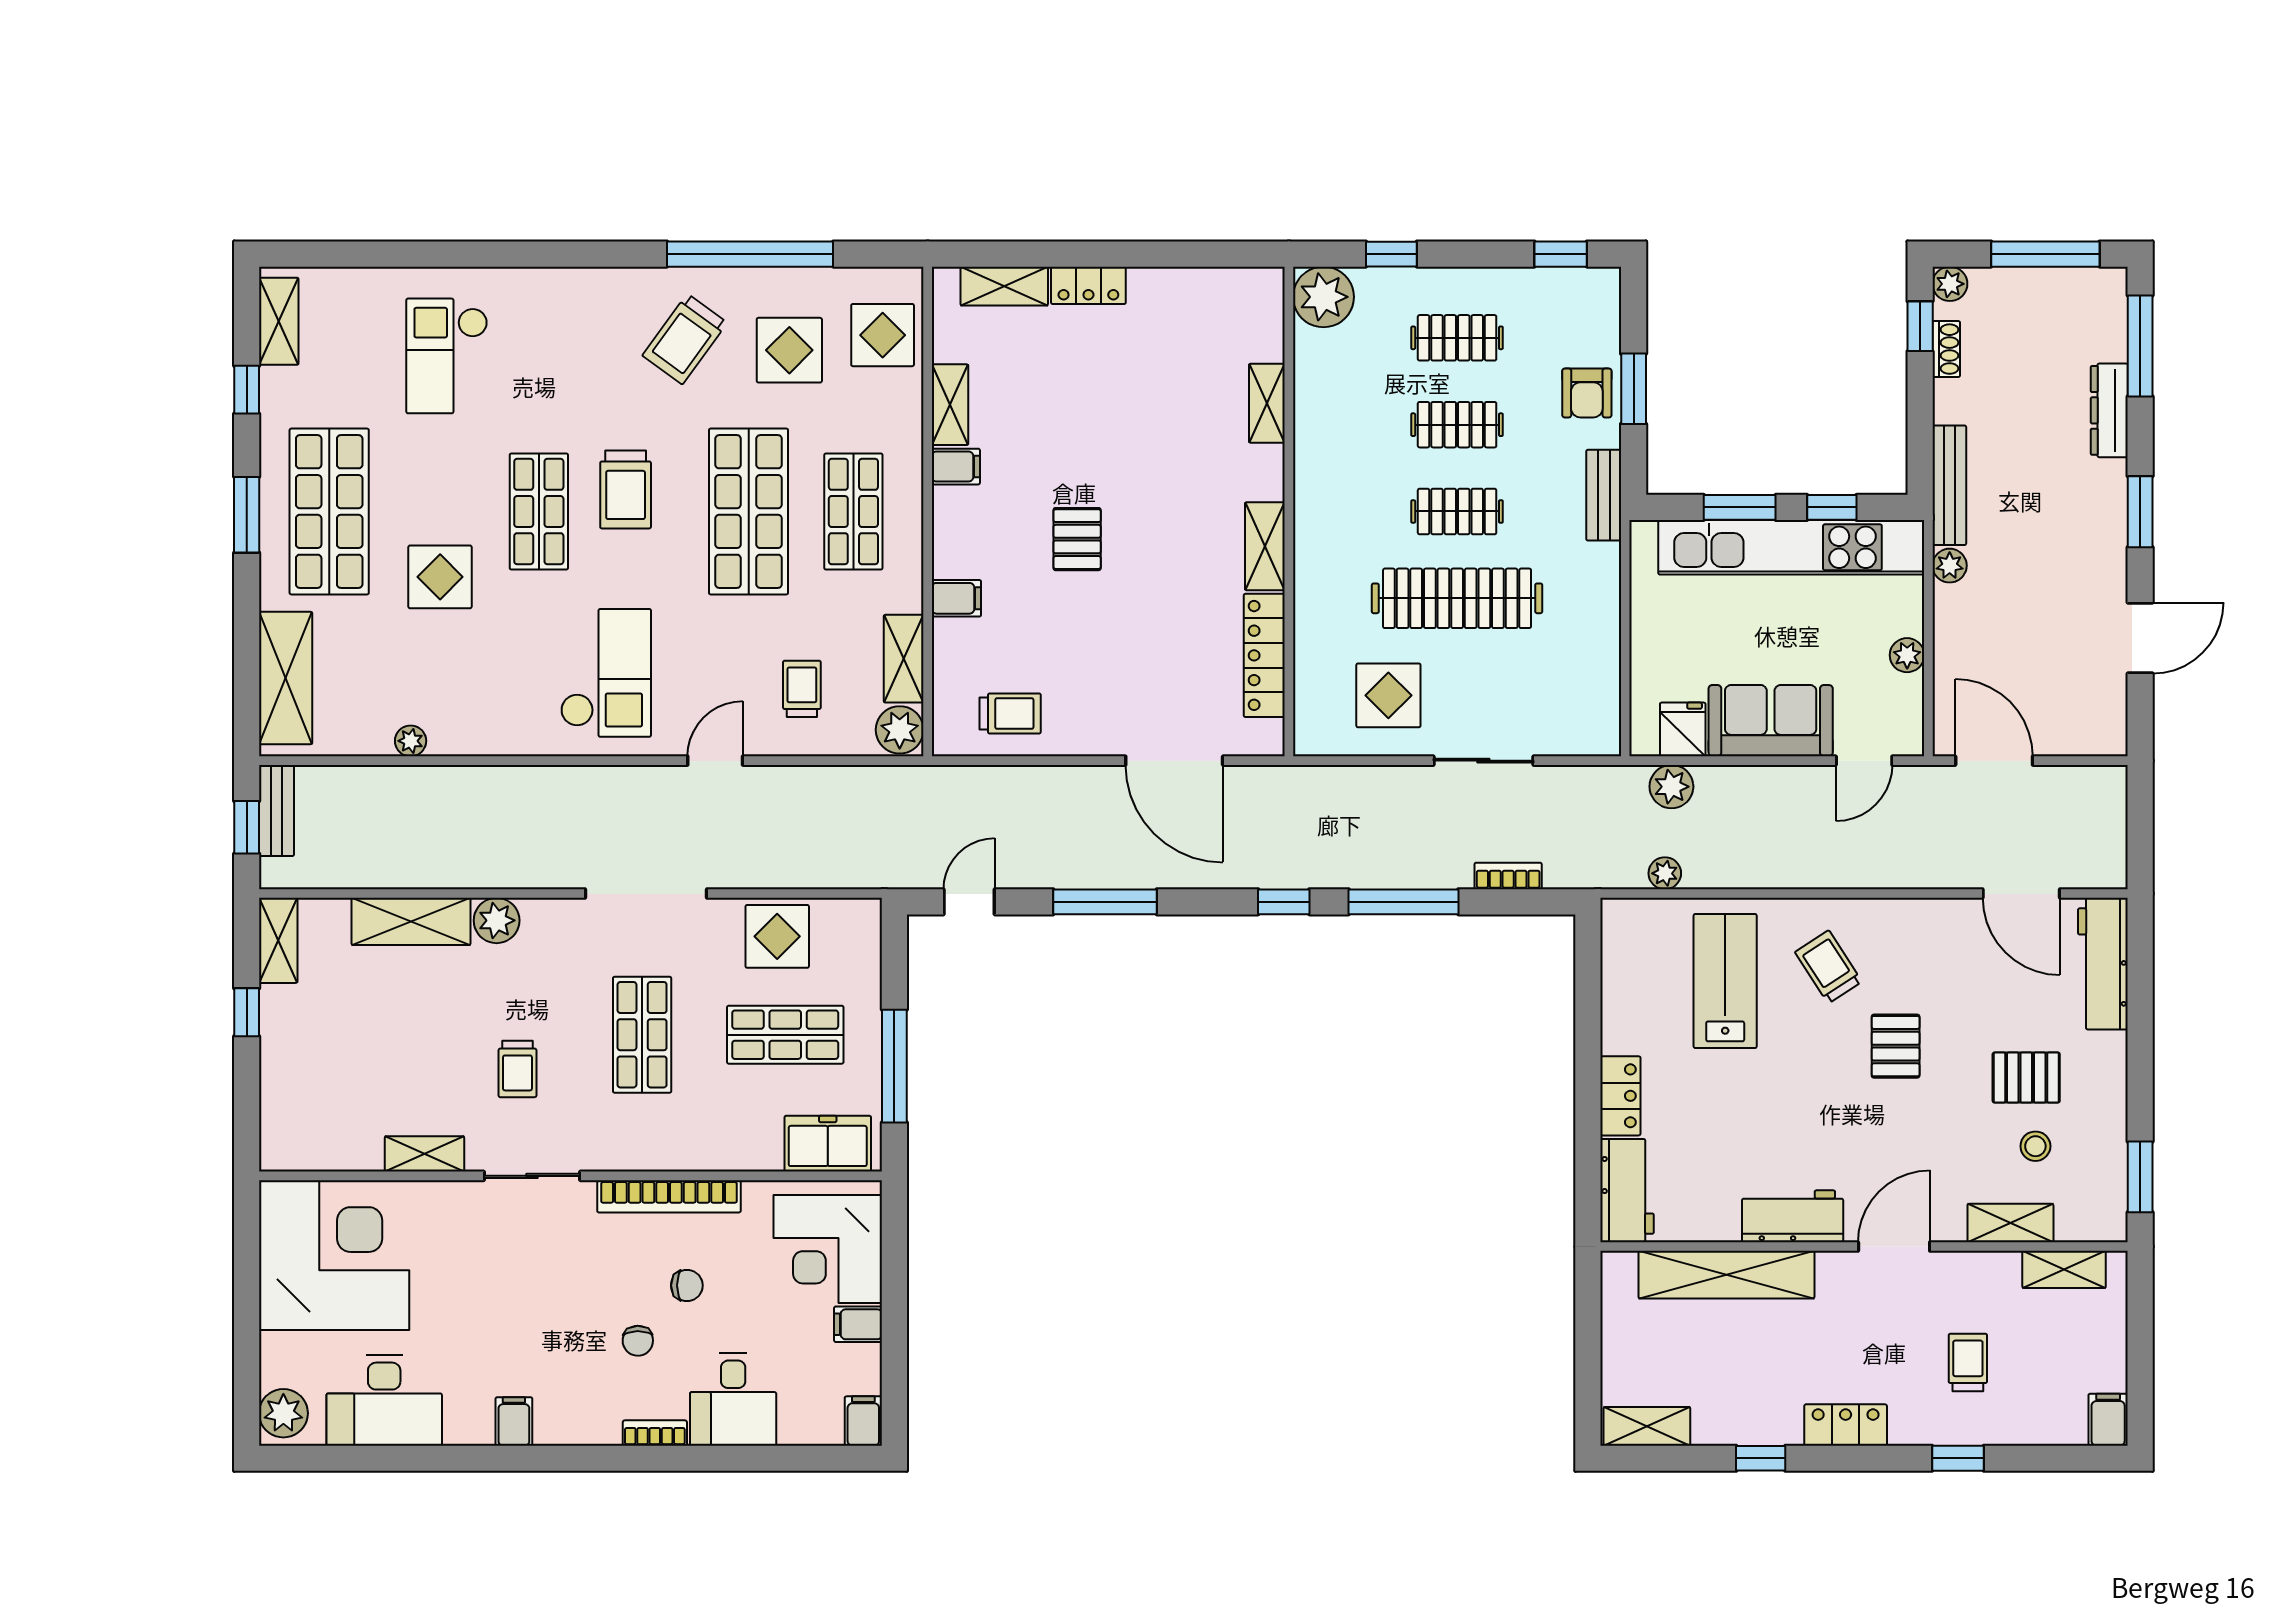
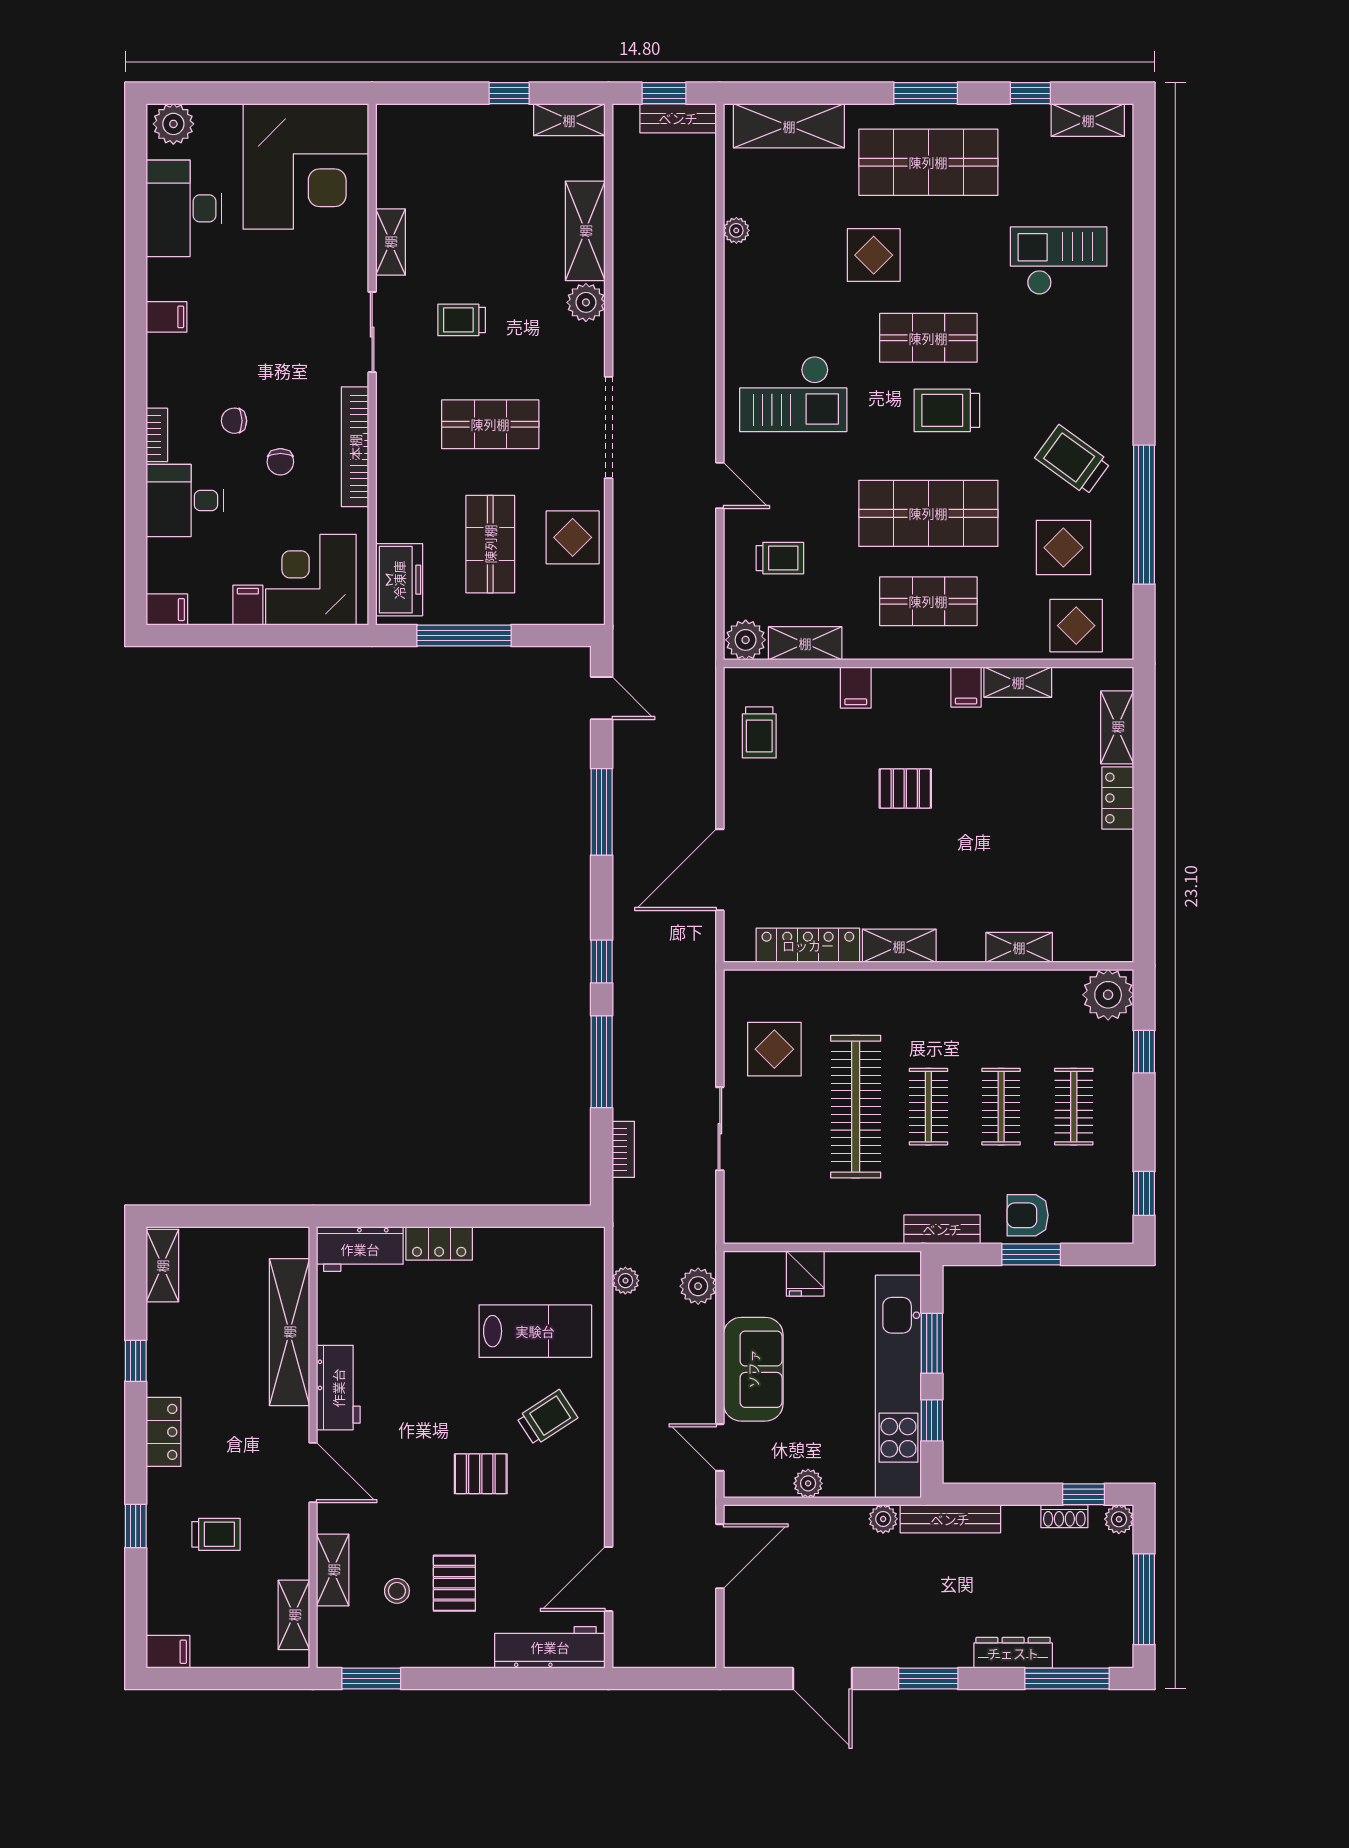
fridge: (1683, 729) -> (805, 1274), moved, turned 90

